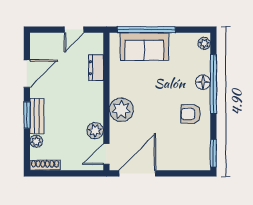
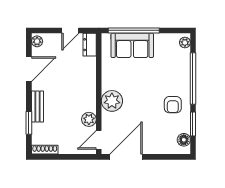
dresser: (96, 68) -> (90, 45), moved
floor lamp: (203, 82) -> (184, 140), moved
armchair: (190, 114) -> (173, 105), turned -90
window: (27, 115) -> (29, 123), moved
plant: (36, 141) -> (37, 41), moved
window: (213, 153) -> (193, 124), moved

